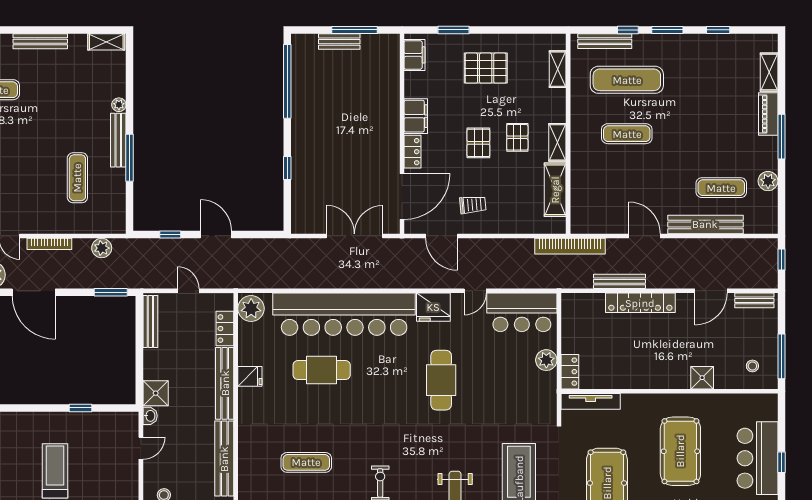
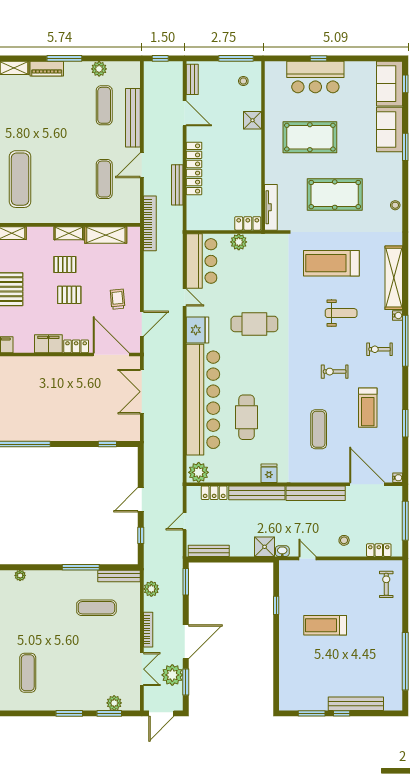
plant: (119, 105) -> (20, 575), moved
exercise mat: (627, 134) -> (104, 179), moved
bench: (118, 140) -> (119, 576), moved
window: (287, 168) -> (107, 444), moved
fridge: (250, 376) -> (269, 473), moved

